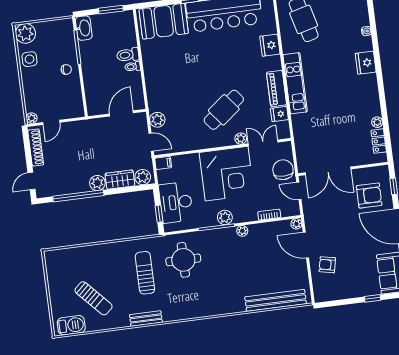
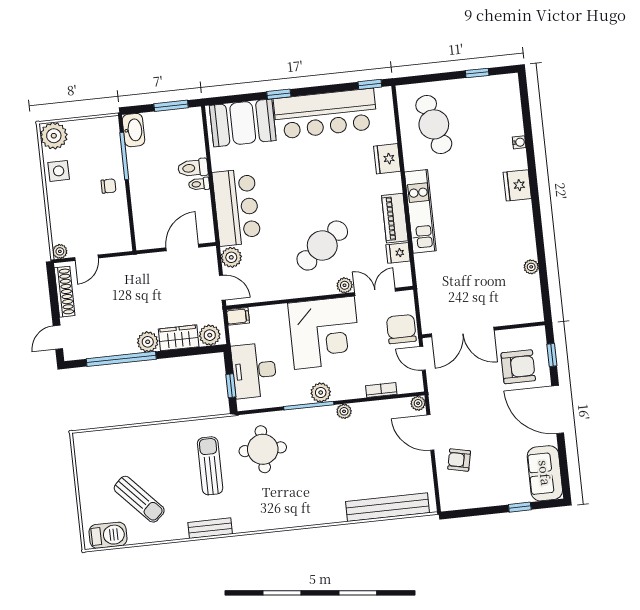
bar counter: (160, 83) -> (237, 207), added
locker: (379, 141) -> (533, 293), removed

